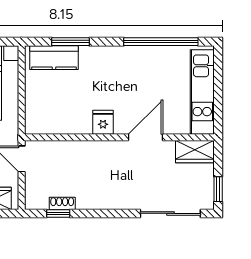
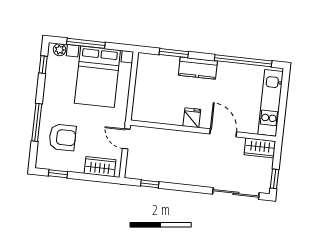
kitchen counter: (54, 58) -> (198, 68), moved
door: (146, 137) -> (223, 133), hinge flipped
shoe rack: (62, 203) -> (154, 176), removed

